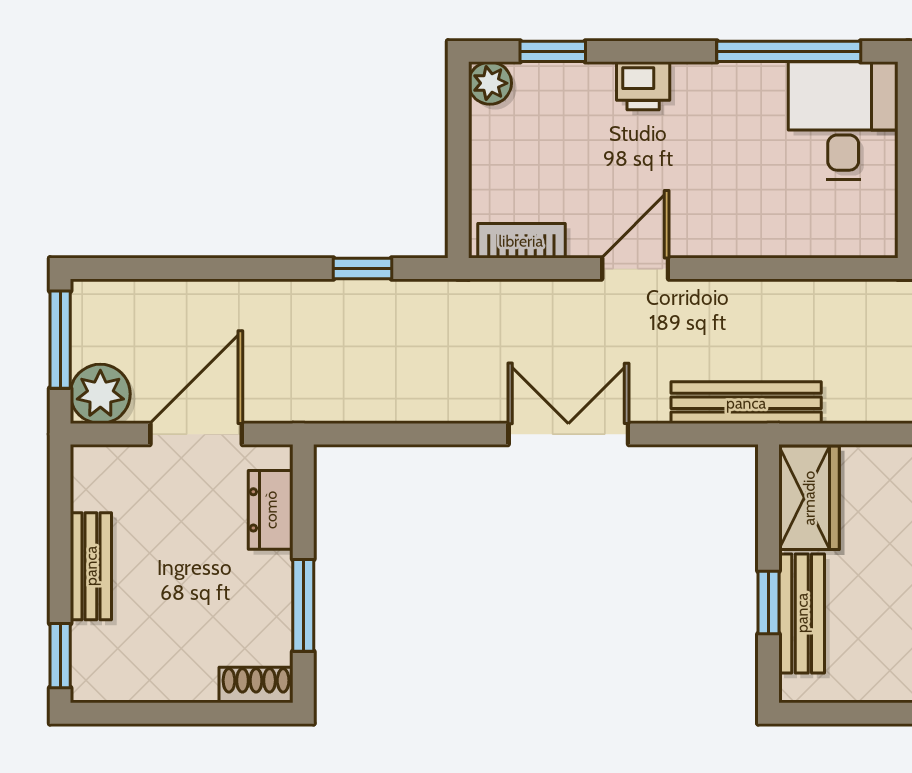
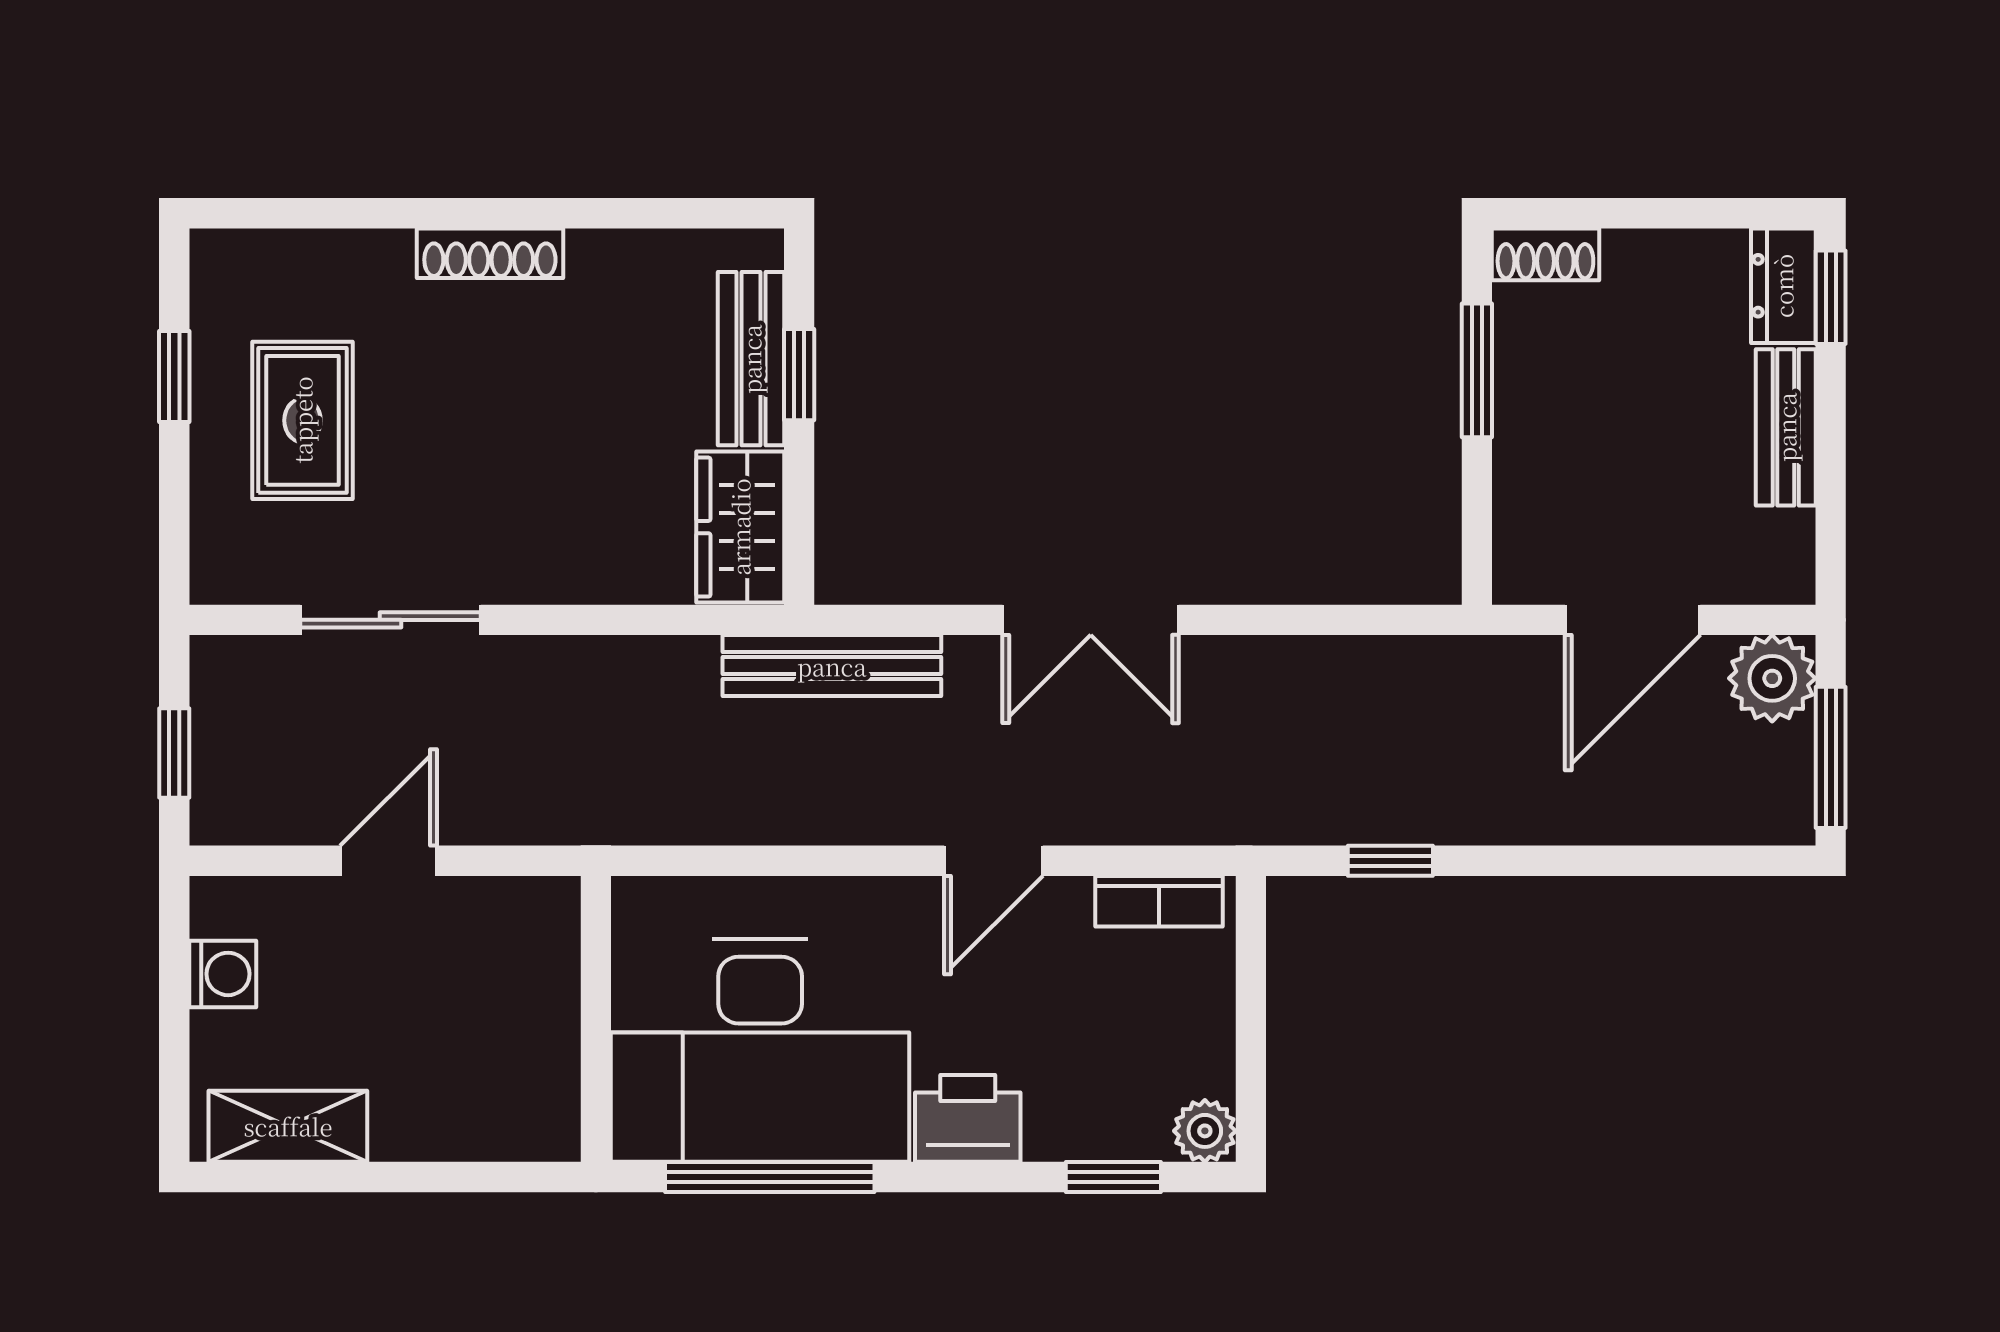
printer: (643, 86) -> (968, 1118), width x1.36, depth x1.24
desk: (843, 121) -> (760, 1050), width x1.87, depth x1.30
dresser: (271, 510) -> (1783, 286), moved, turned 180

